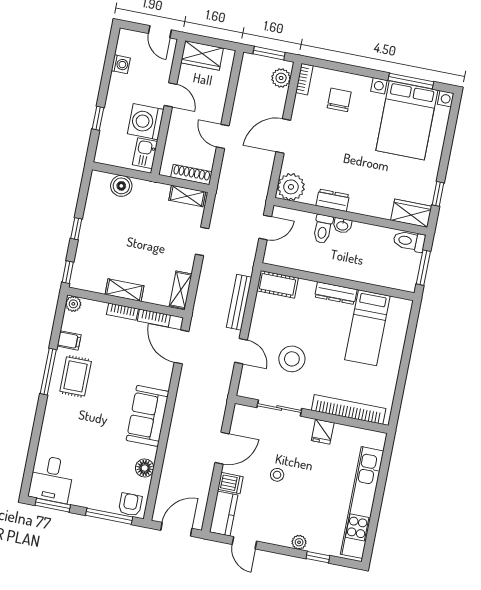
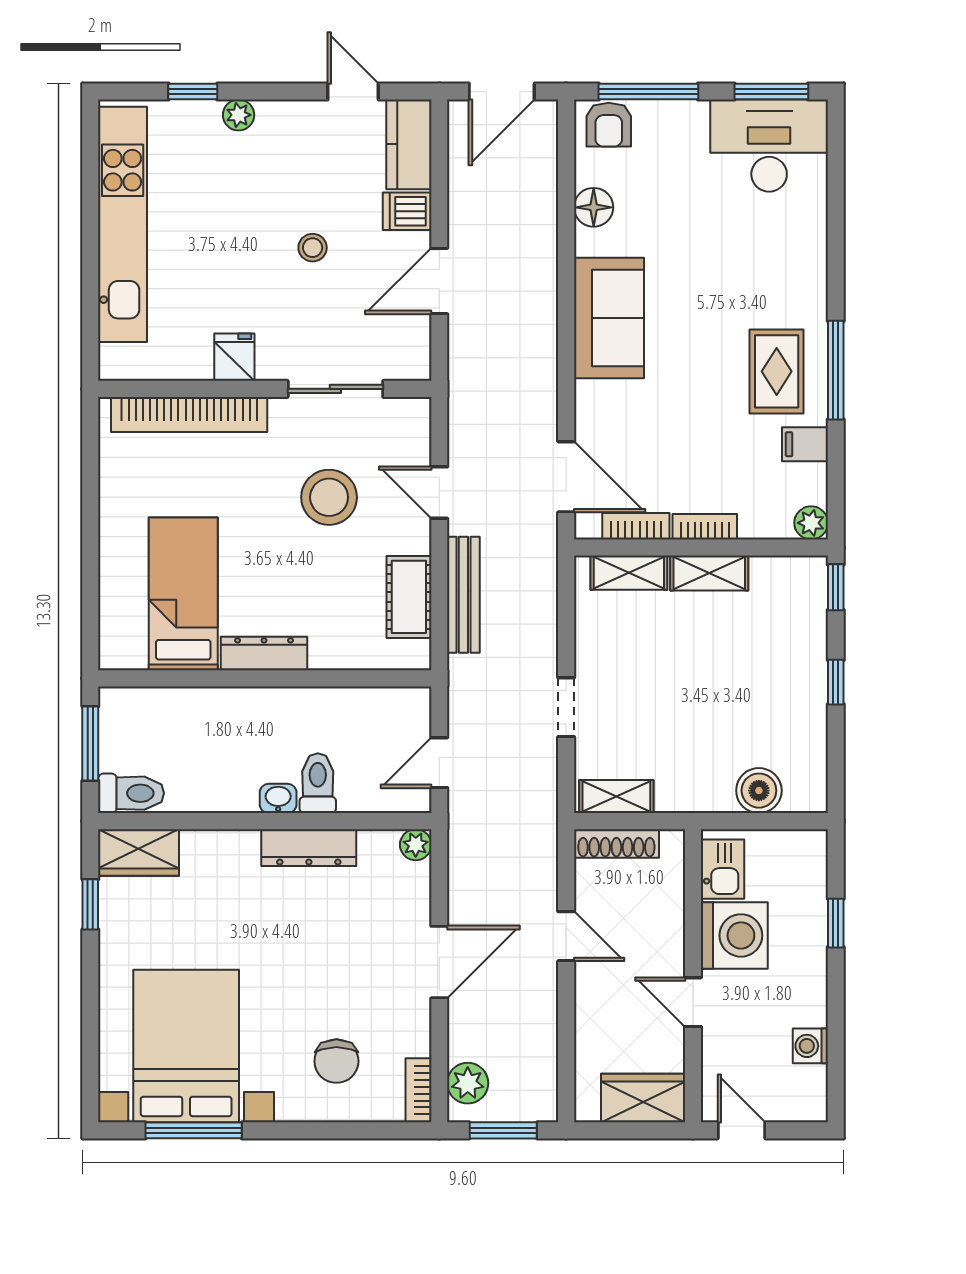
plant: (291, 187) -> (416, 845), width x0.53, depth x0.53
dresser: (333, 200) -> (309, 848), width x1.44
cot: (277, 284) -> (409, 597), moved, turned 90
shelving: (181, 290) -> (629, 573), moved, turned 90
desk: (51, 479) -> (769, 146), width x1.37

